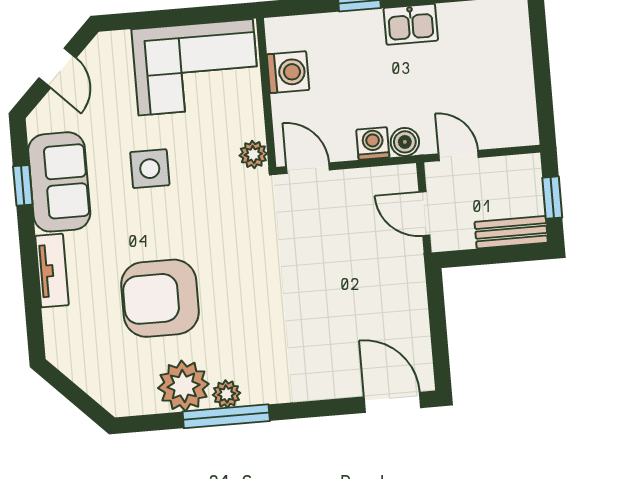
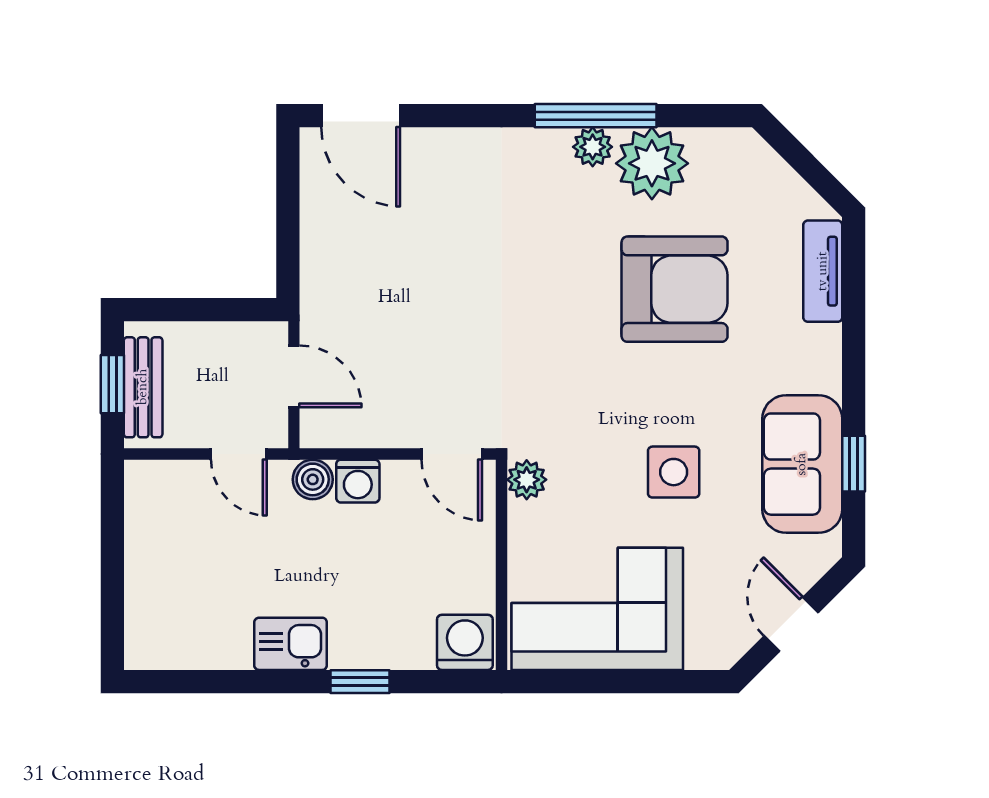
washing machine: (288, 72) -> (465, 642), moved, turned 90
bench: (511, 232) -> (143, 387), moved, turned 90
tv unit: (52, 271) -> (823, 271), moved

